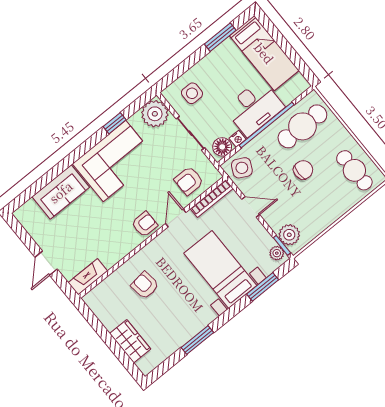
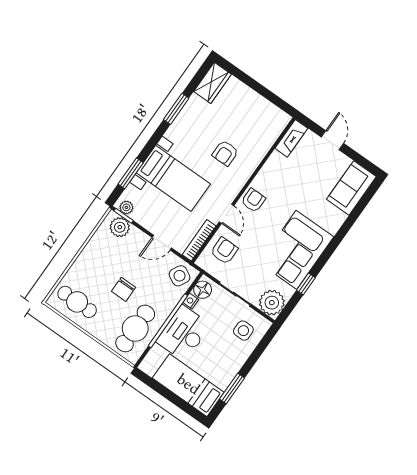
sofa: (61, 192) -> (351, 188), moved
armchair: (145, 224) -> (253, 200), turned 180
armchair: (145, 285) -> (225, 153), moved, turned 97
wardrobe: (130, 341) -> (212, 83), moved, turned -90

